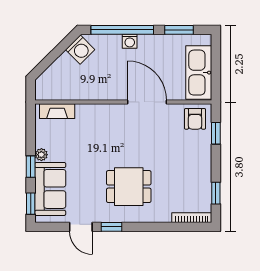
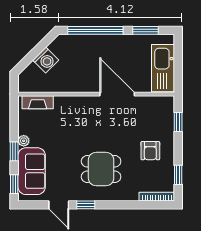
washing machine: (130, 41) -> (102, 40), removed
washing machine: (80, 50) -> (46, 60), moved
armchair: (195, 119) -> (150, 151), moved

